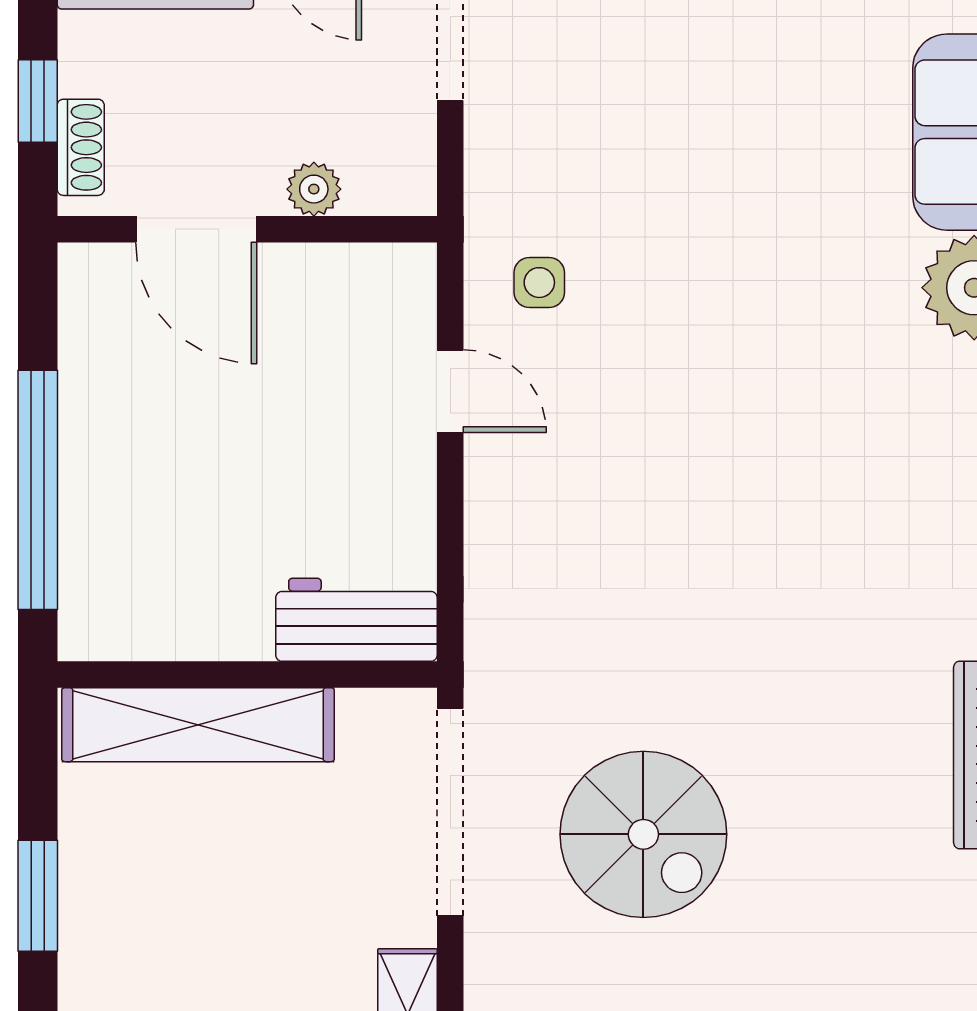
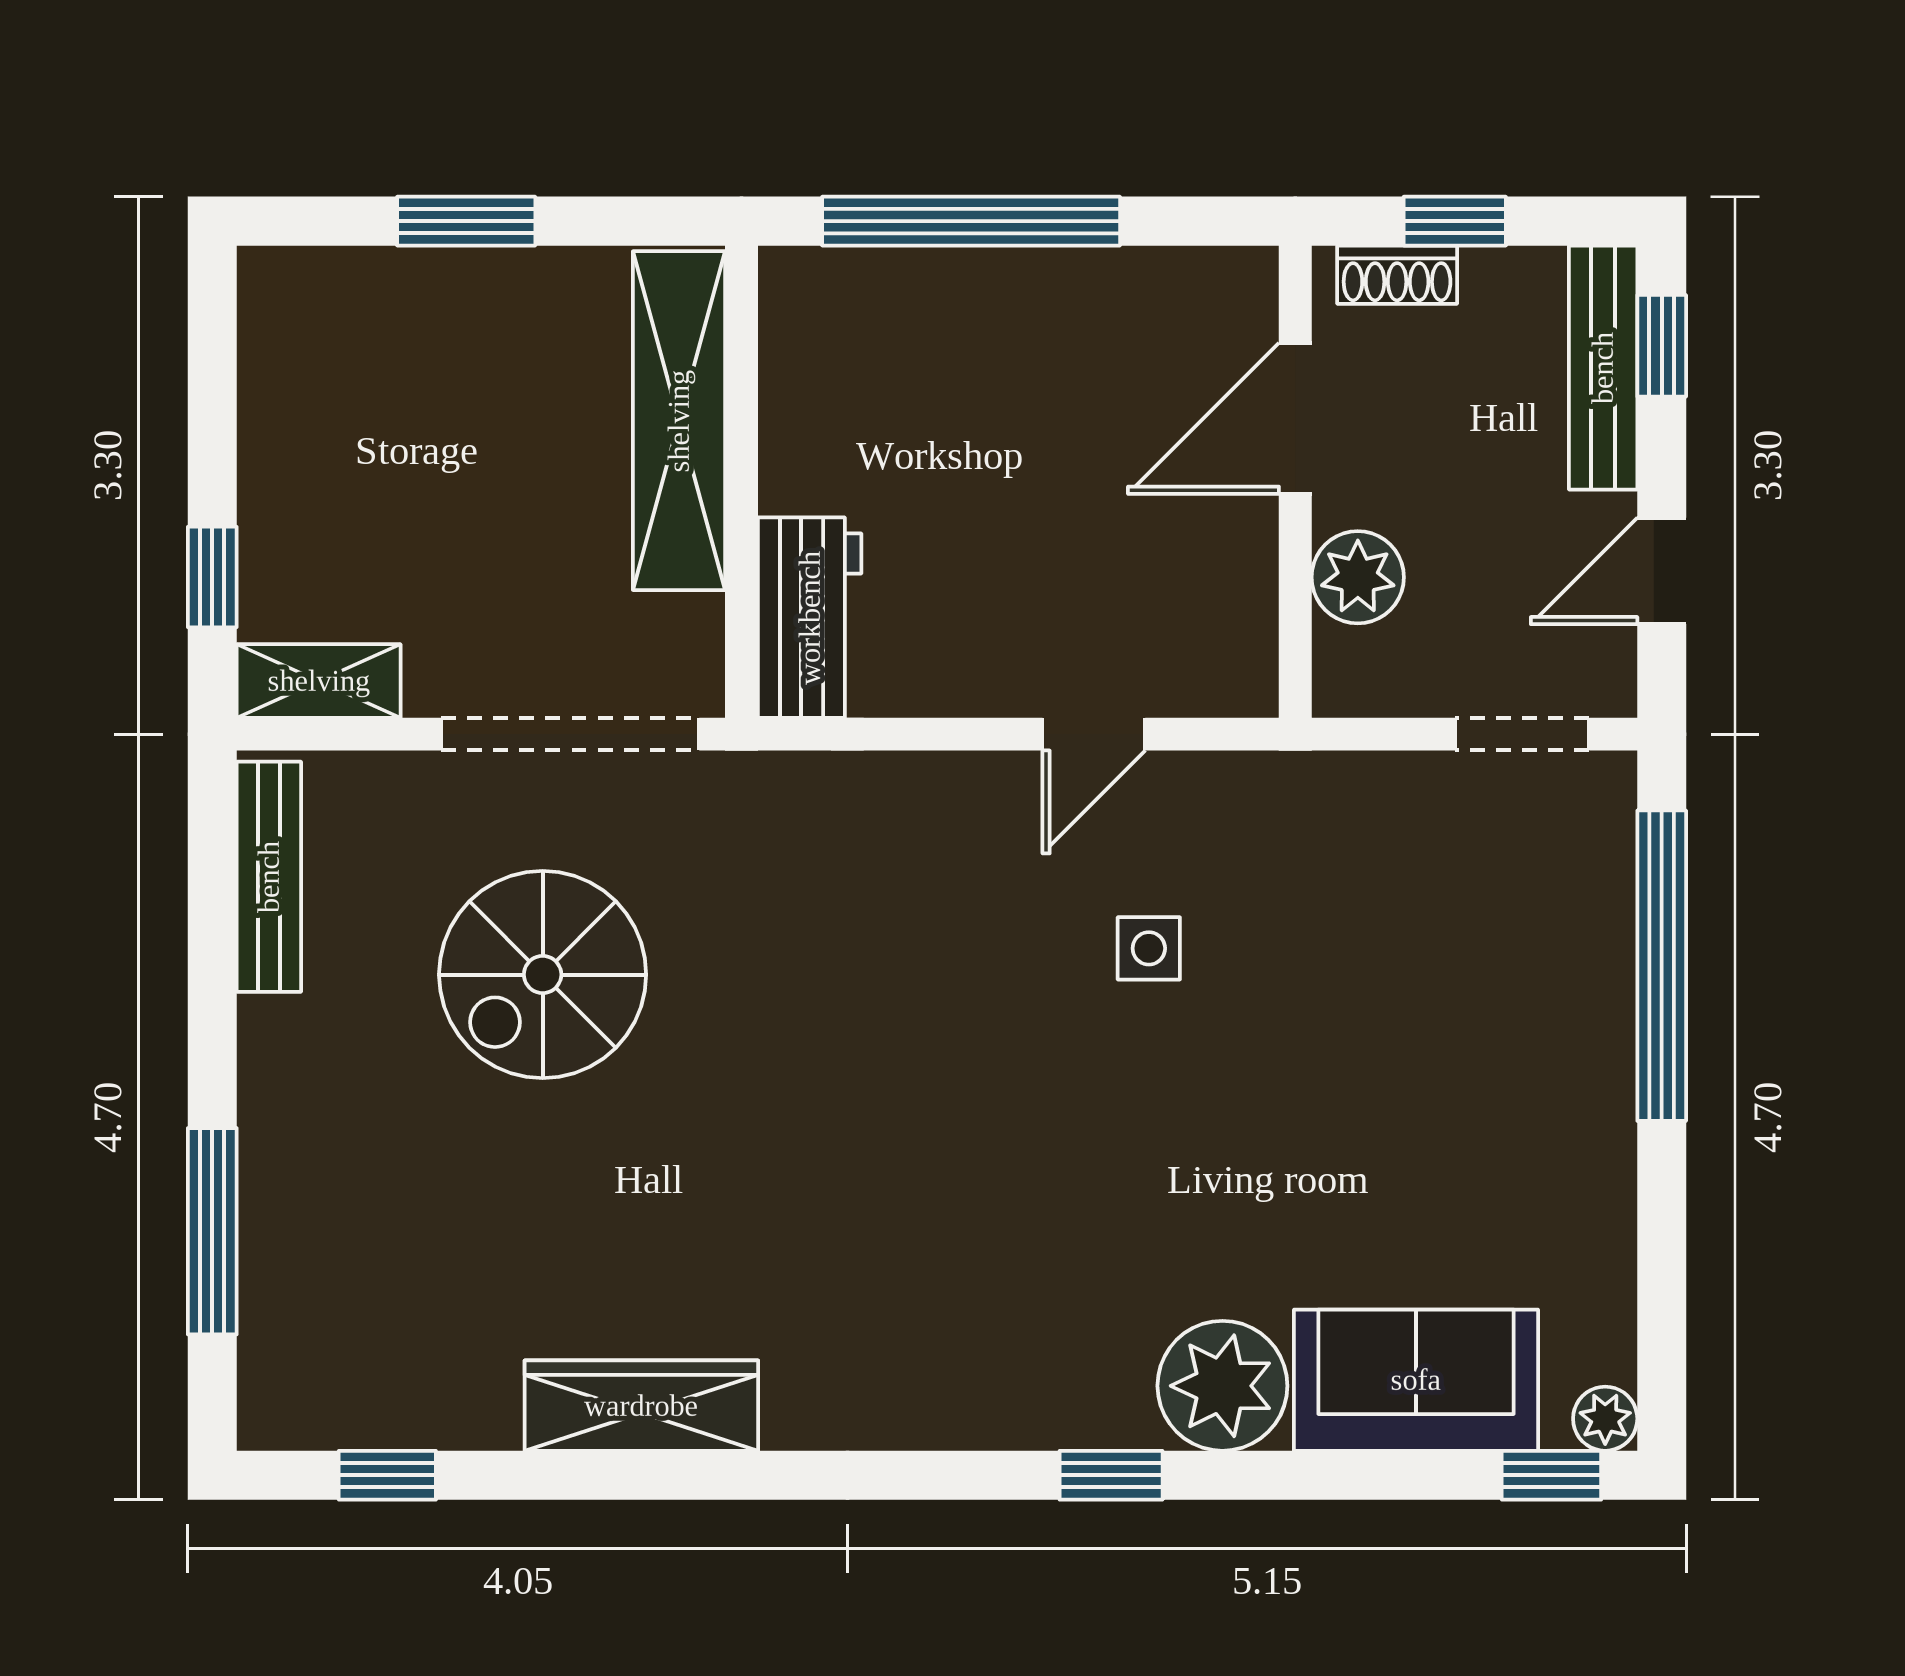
plant: (314, 189) -> (1358, 577), width x1.38, depth x1.38
side table: (539, 283) -> (1149, 948), moved

